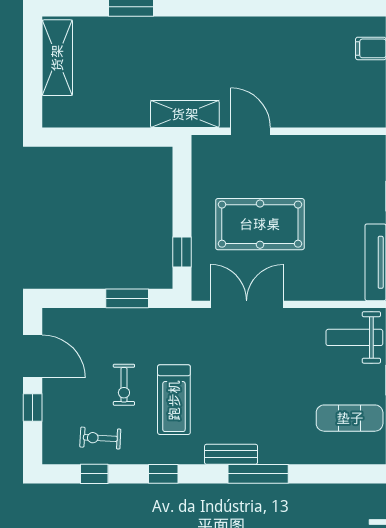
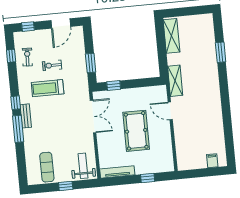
shelving: (57, 58) -> (171, 36), moved, turned 90
door: (251, 131) -> (170, 111), swing flipped
pool table: (260, 224) -> (136, 131), moved
window: (33, 408) -> (28, 27), moved
window: (163, 474) -> (16, 103), moved

